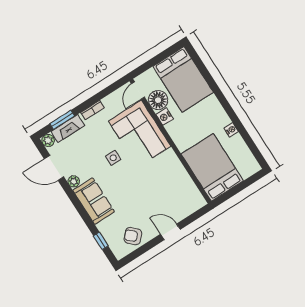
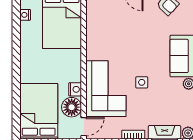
nightstand: (231, 130) -> (25, 15), moved

